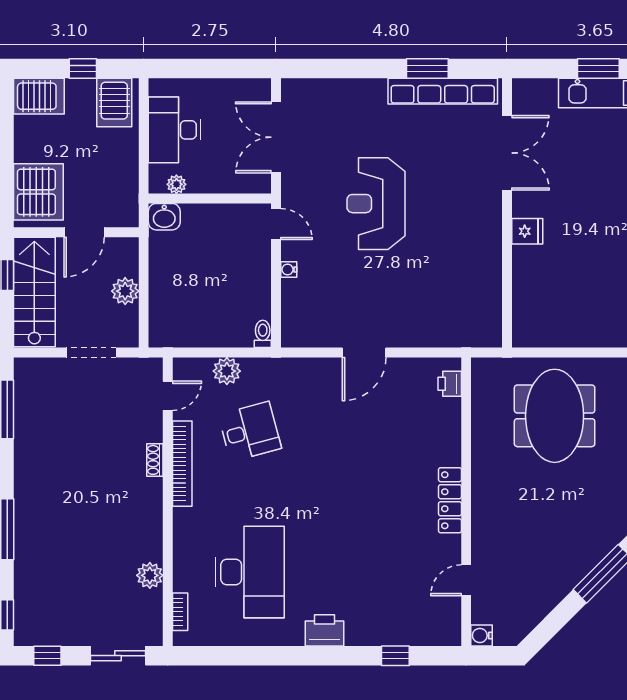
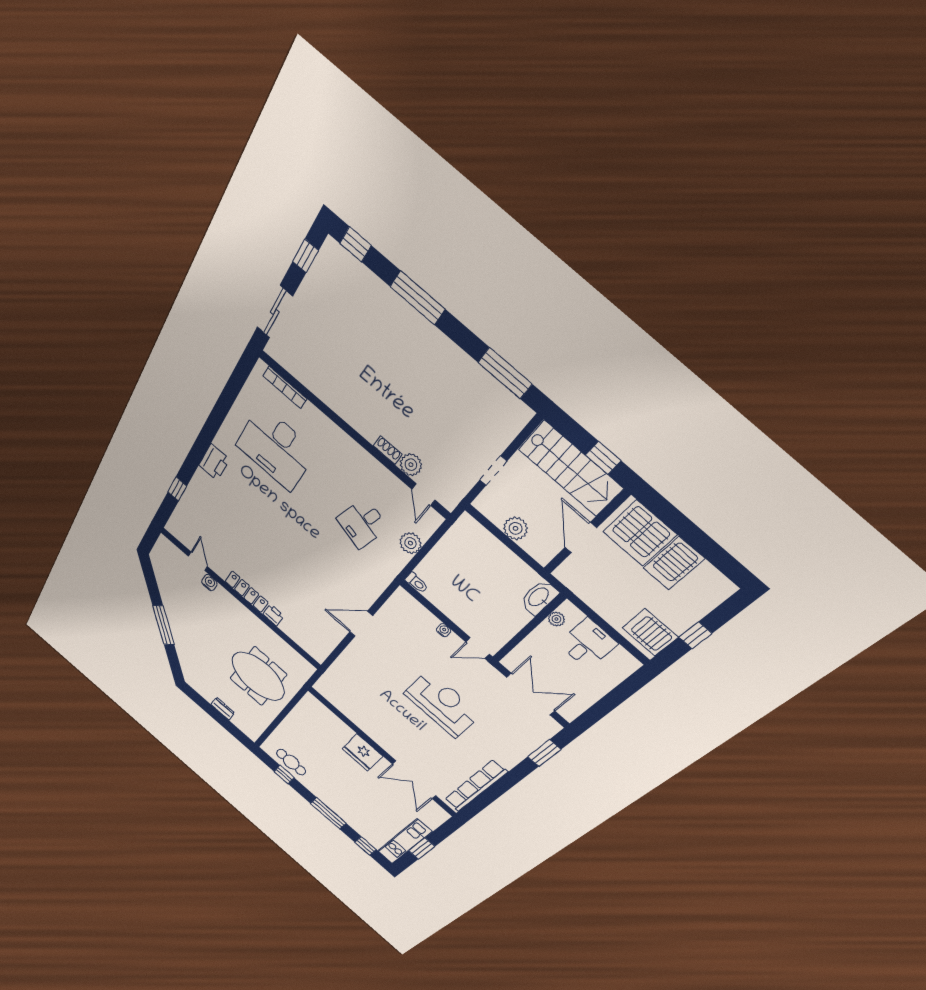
window: (427, 69) -> (544, 753), moved
server rack: (39, 96) -> (674, 563), moved
desk: (174, 130) -> (587, 644), width x0.73
washbasin: (164, 217) -> (539, 597), width x1.38
fridge: (527, 231) -> (362, 752), width x1.88, depth x1.34
doorway: (91, 353) -> (493, 471), width x0.73
door: (364, 353) -> (361, 624), hinge flipped
printer: (450, 384) -> (273, 615), moved
desk: (250, 431) -> (362, 523), turned 30
bookcase: (182, 464) -> (373, 466), removed
plant: (150, 575) -> (411, 465), moved
bookcase: (180, 612) -> (285, 387), width x1.56
water cooler: (482, 635) -> (209, 583), moved

